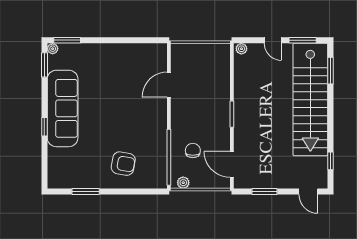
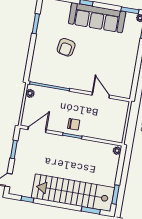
door: (273, 40) -> (119, 174), removed
chair: (193, 151) -> (74, 124), moved
armchair: (123, 164) -> (66, 47), moved

